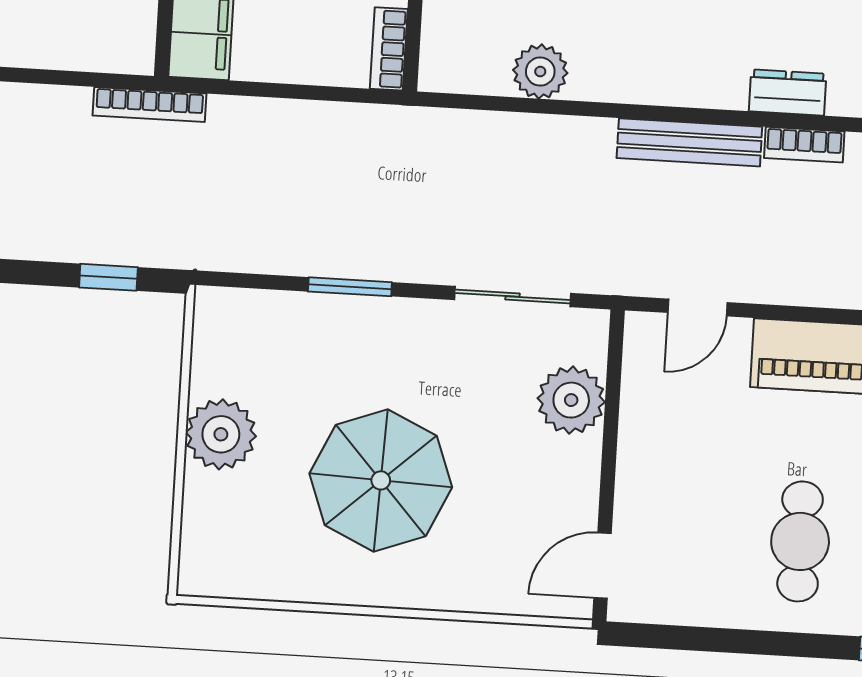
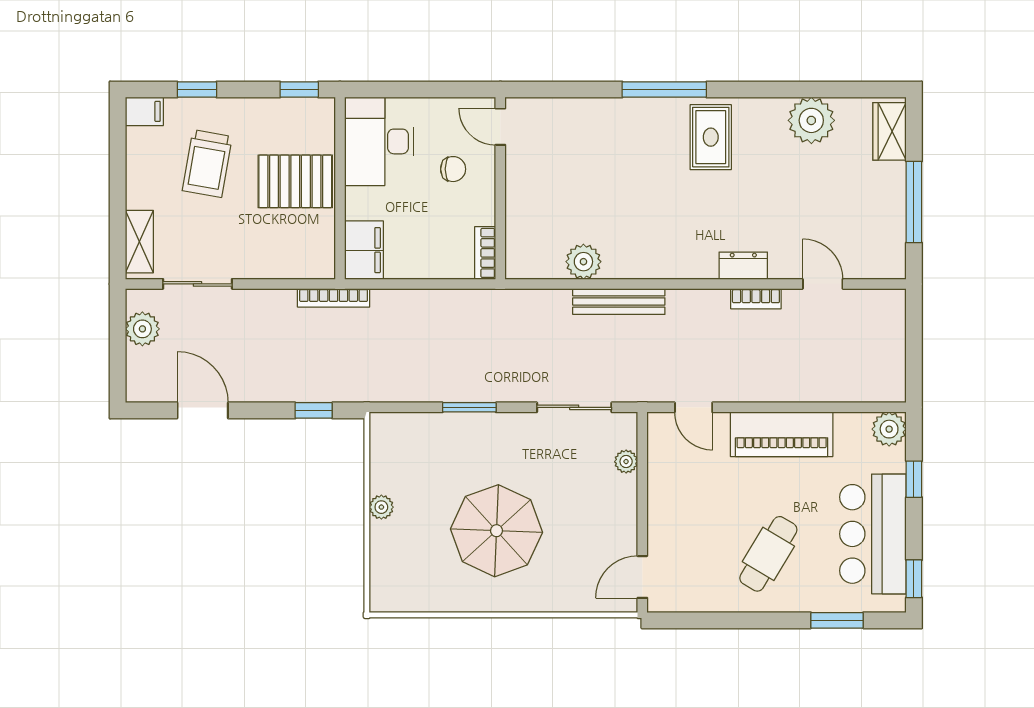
bench: (689, 142) -> (619, 301), moved
door: (698, 307) -> (694, 407), hinge flipped
plant: (571, 400) -> (626, 462), width x0.53, depth x0.53
plant: (221, 434) -> (381, 507), width x0.53, depth x0.53
cafe table: (800, 541) -> (768, 554), turned 31

